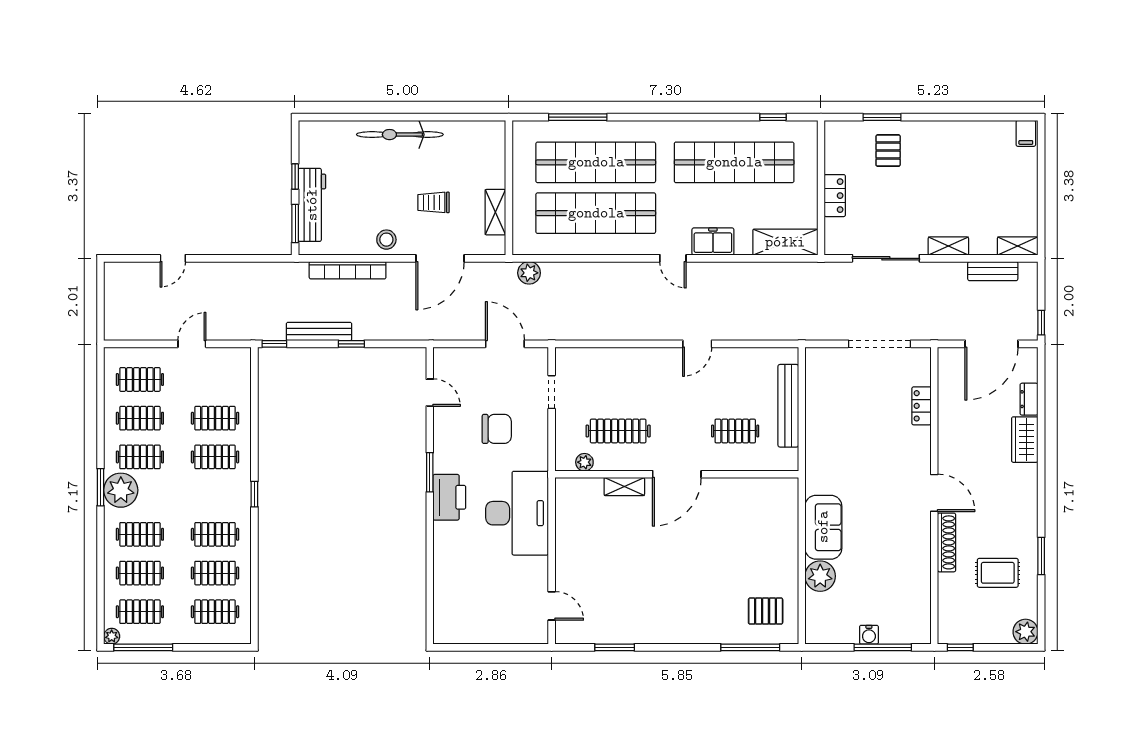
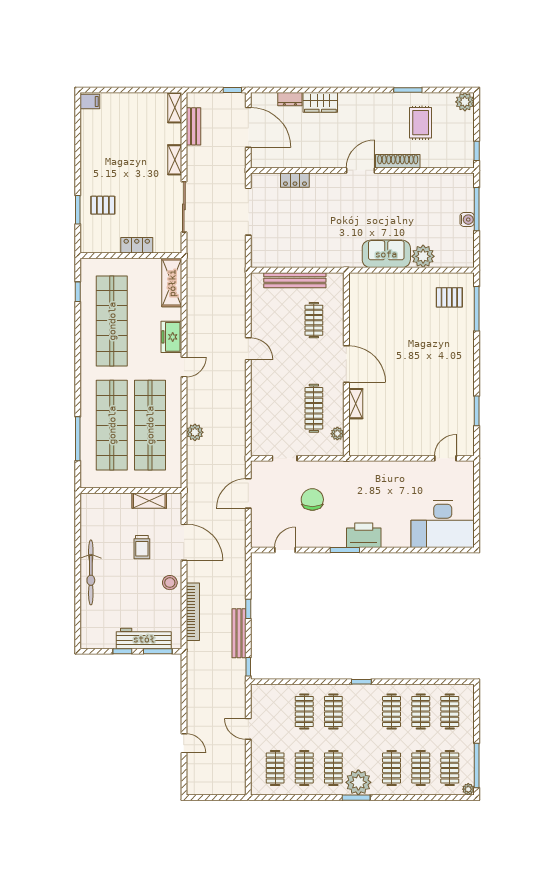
plant: (529, 273) -> (195, 432), moved
desk: (517, 513) -> (443, 524), moved, turned 180
pallet: (766, 611) -> (449, 297), turned 90

